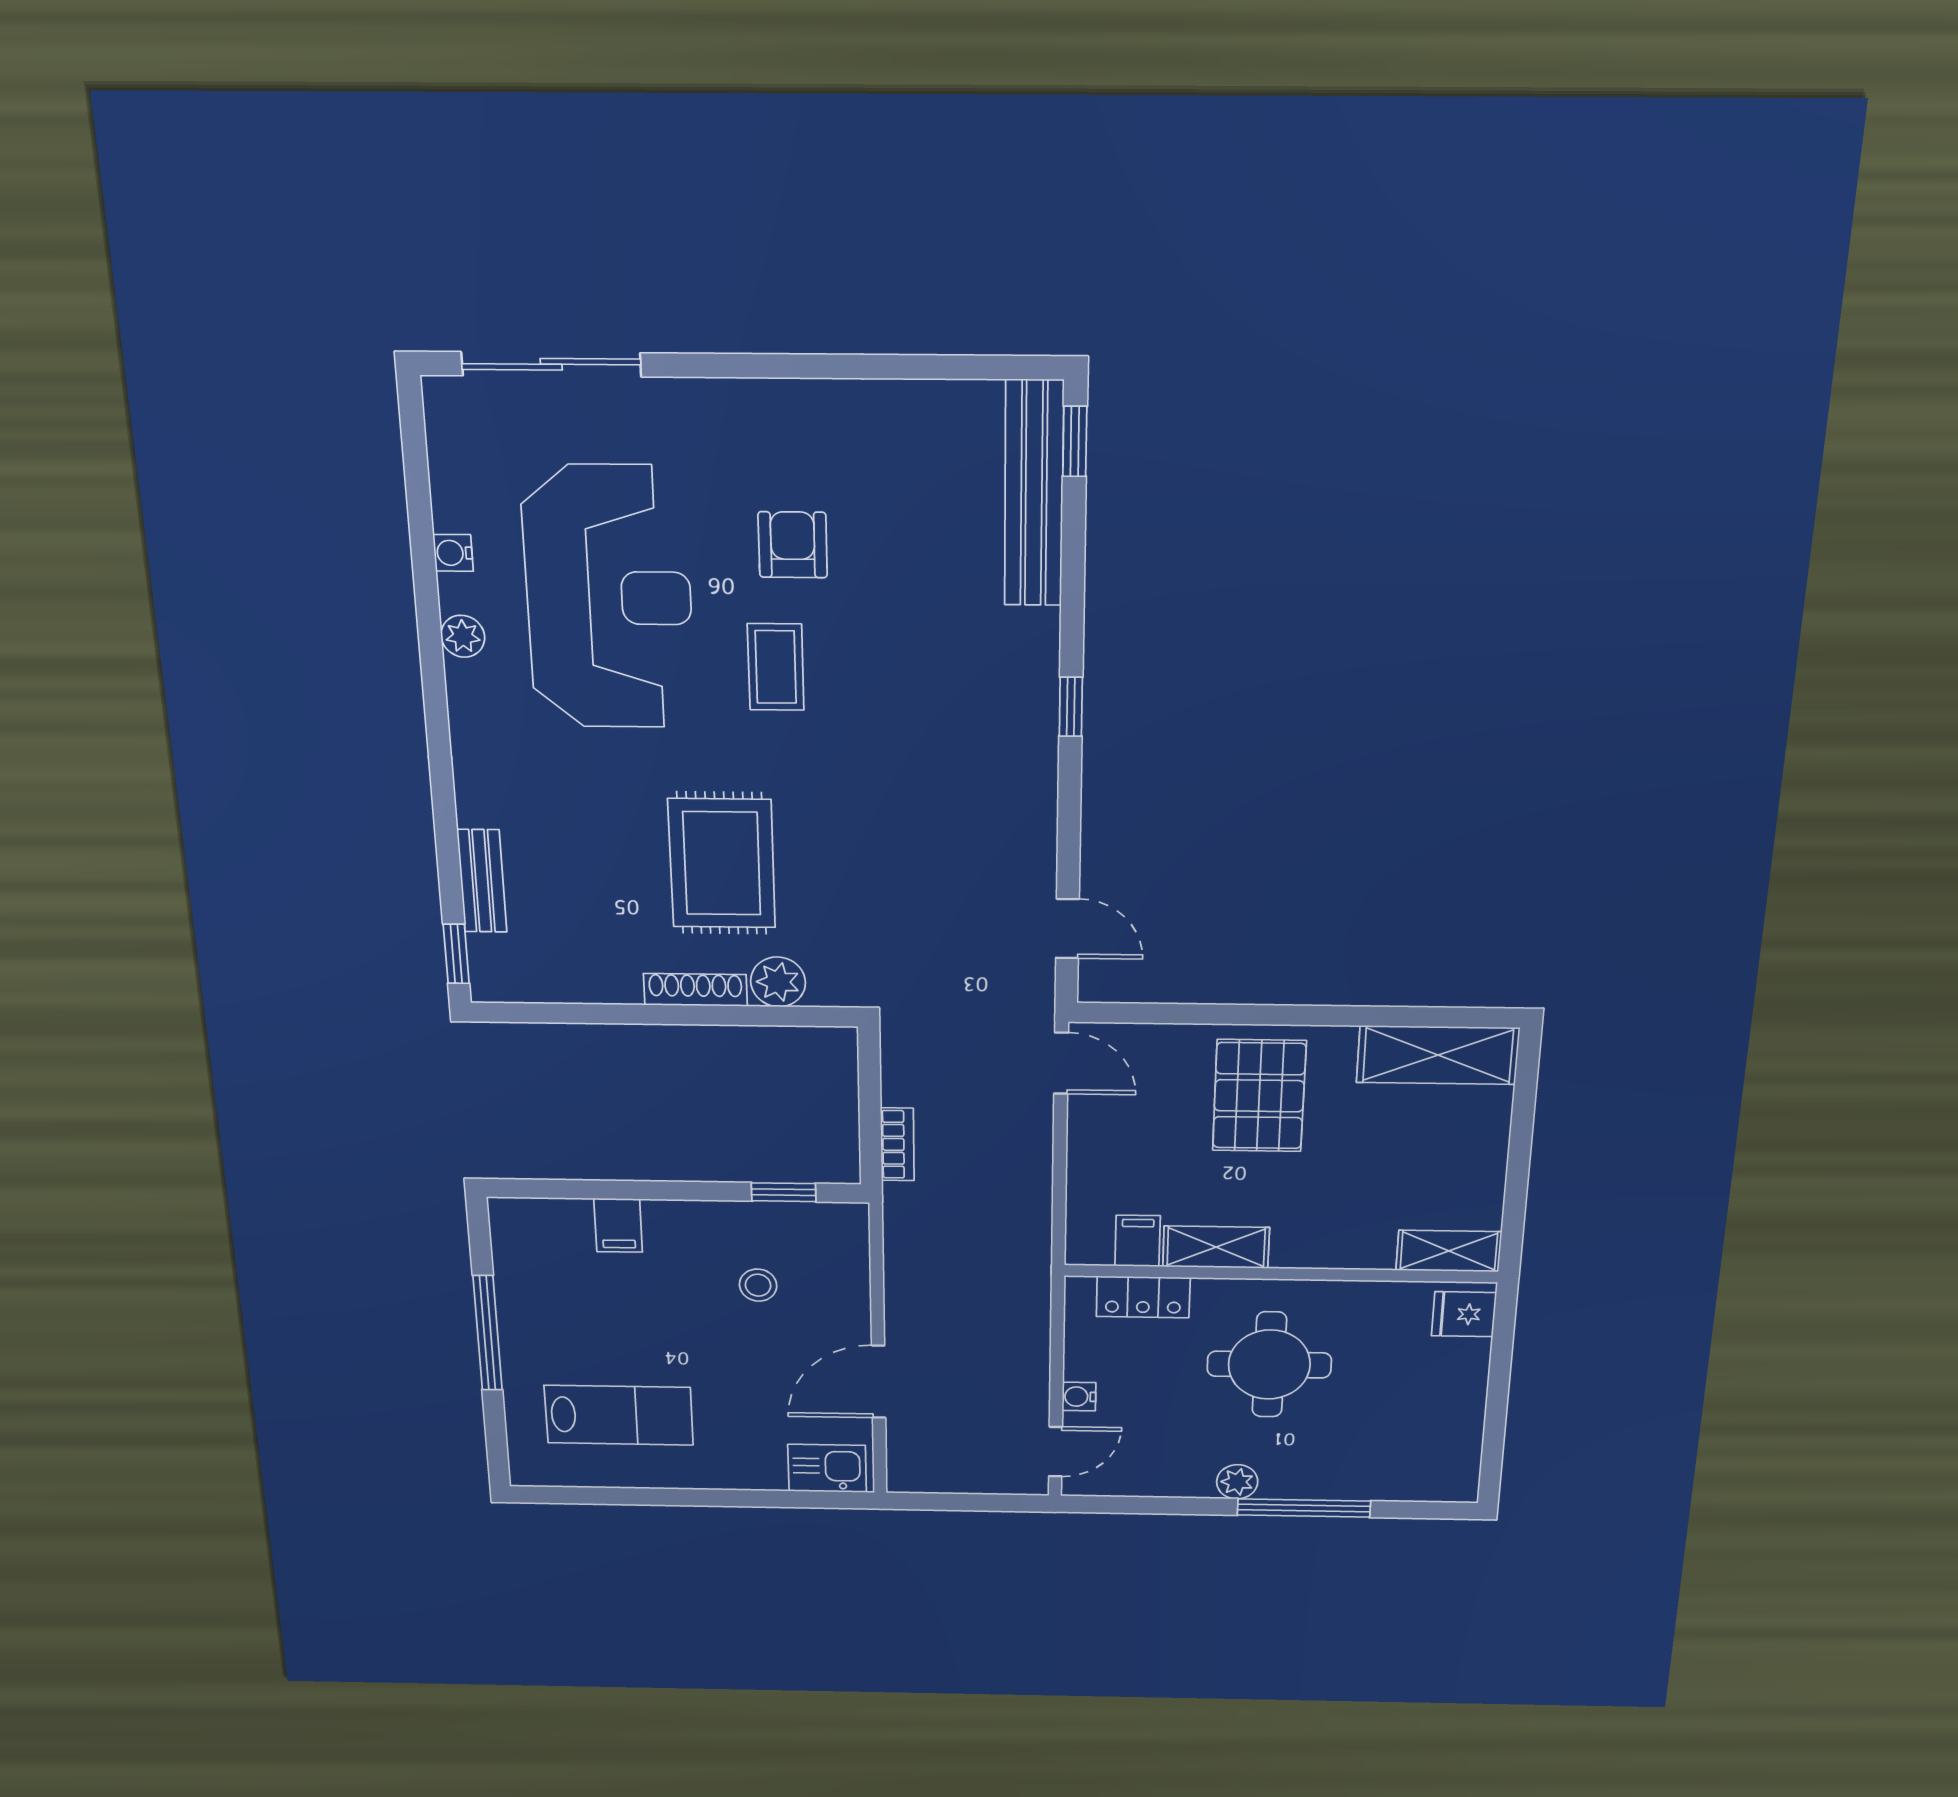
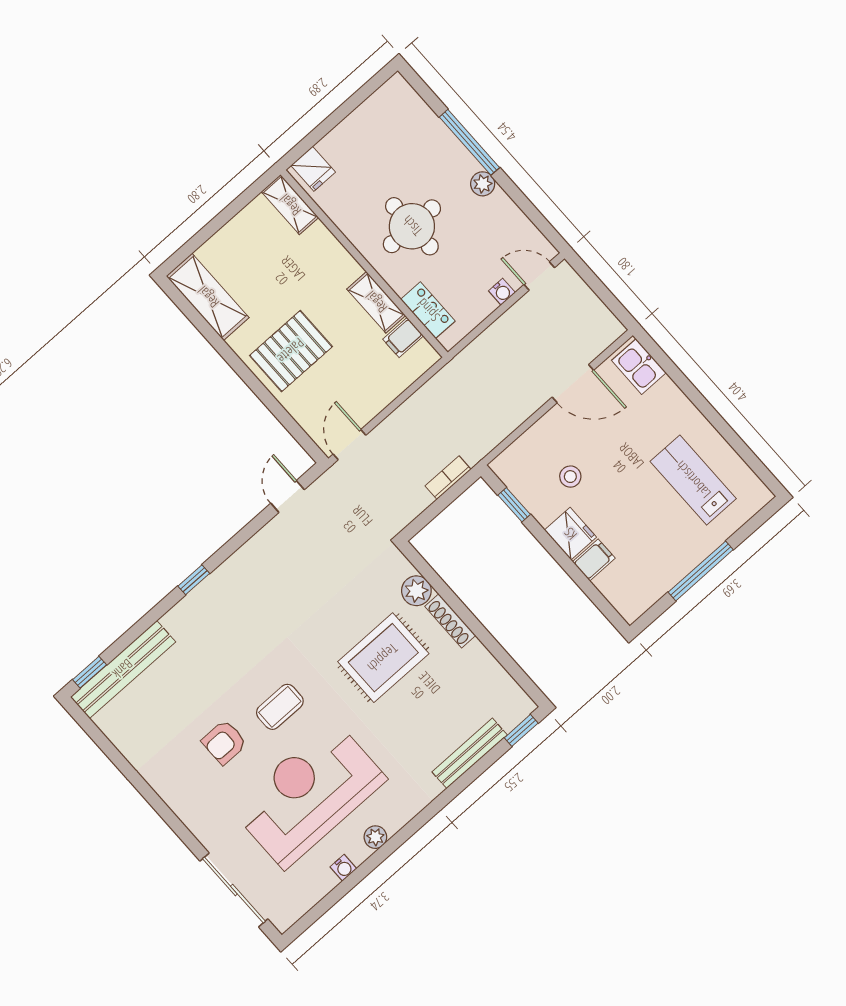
bench: (482, 881) -> (470, 753), width x1.36
fridge: (680, 1226) -> (570, 534), added

